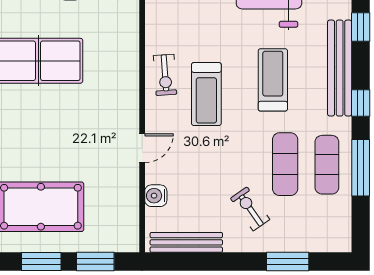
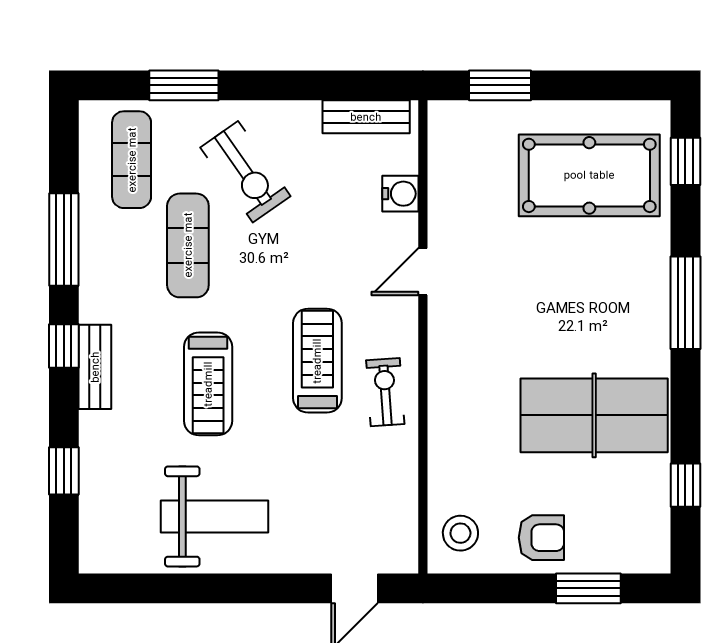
bench: (340, 68) -> (95, 367), width x0.54, depth x0.82
exercise mat: (327, 165) -> (132, 160), moved
exercise bike: (250, 209) -> (245, 172), width x1.38, depth x1.39
bench: (186, 242) -> (366, 117), width x0.73
window: (41, 261) -> (589, 85), removed

